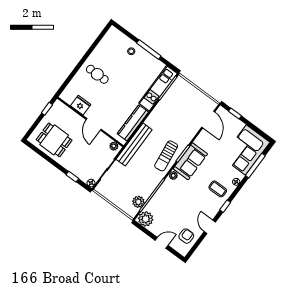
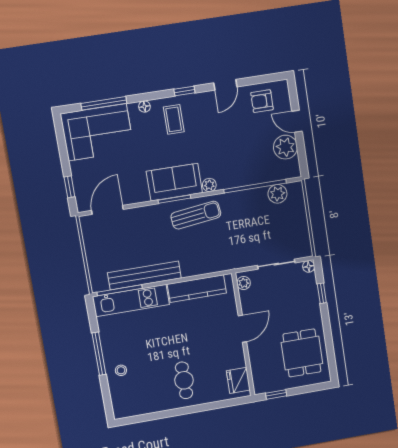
fridge: (81, 105) -> (238, 380), moved
bench: (134, 145) -> (144, 275), moved
plant: (146, 219) -> (285, 147), moved

